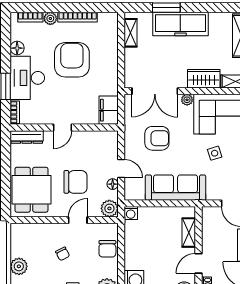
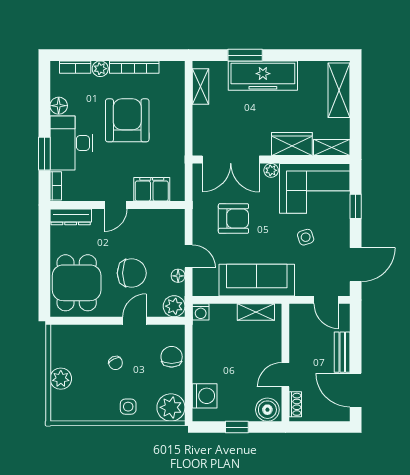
filing cabinet: (109, 110) -> (152, 189), moved, turned 90
shelving: (189, 233) -> (256, 312), moved, turned 90
chair: (107, 249) -> (172, 357), turned 180

